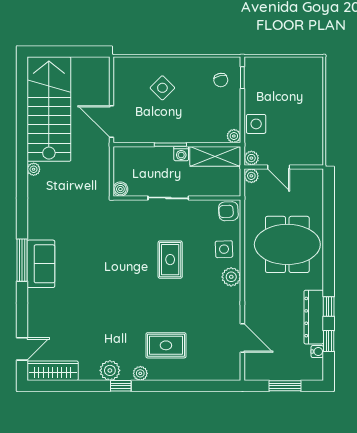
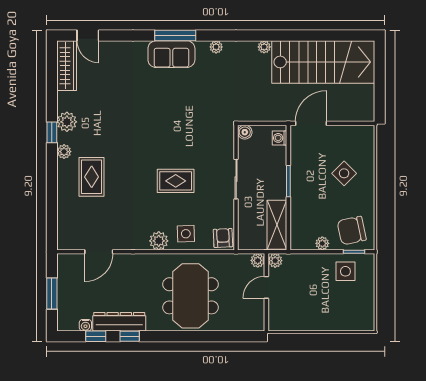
chair: (221, 80) -> (352, 231), width x1.87, depth x1.87
side table: (256, 124) -> (345, 271), moved
plant: (234, 136) -> (322, 243), moved
washing machine: (181, 154) -> (280, 138), moved
plant: (34, 218) -> (216, 47), added

